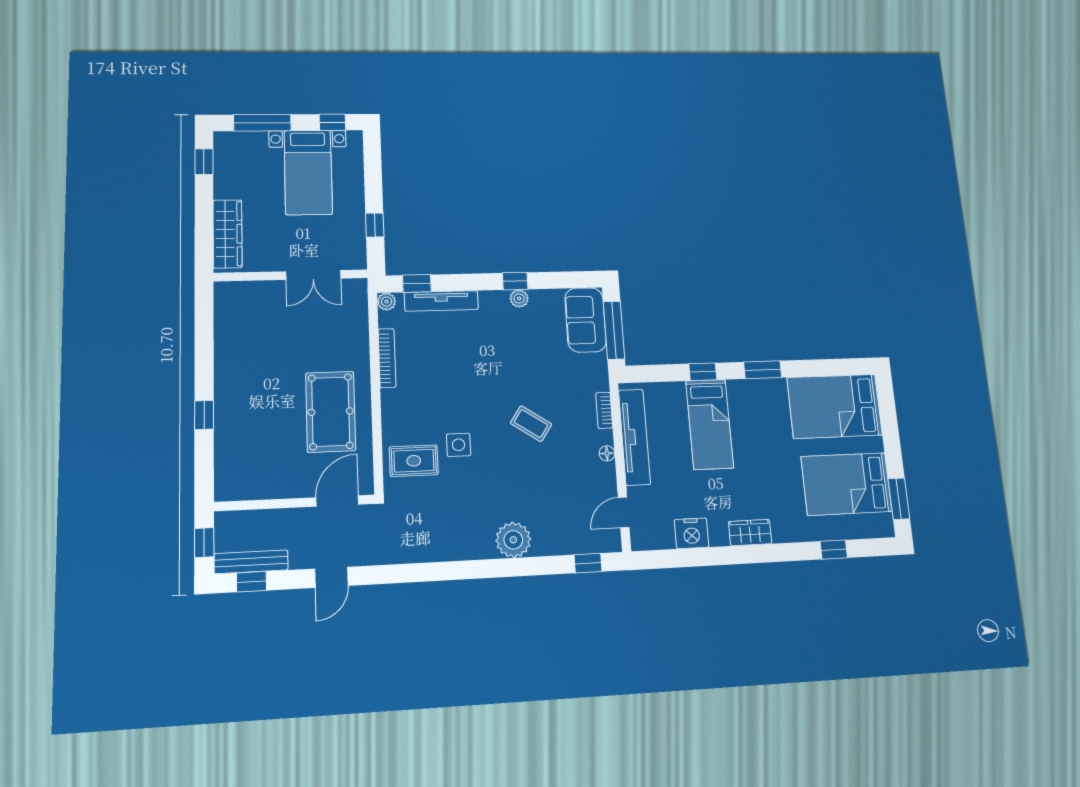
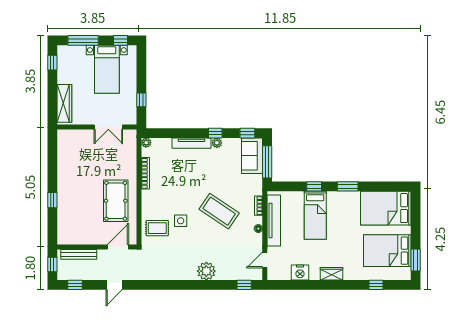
window: (417, 283) -> (247, 133), moved
tv unit: (441, 301) -> (191, 143), moved
coffee table: (531, 424) -> (219, 211), width x1.86, depth x1.72
bench: (251, 562) -> (79, 254), moved

